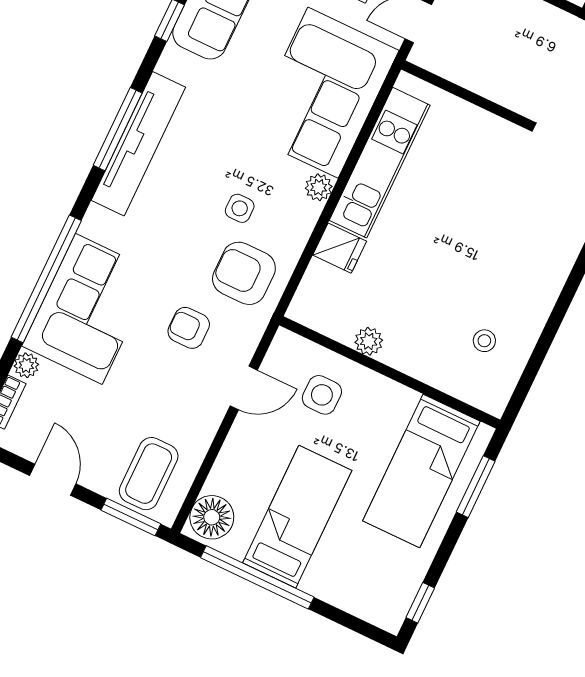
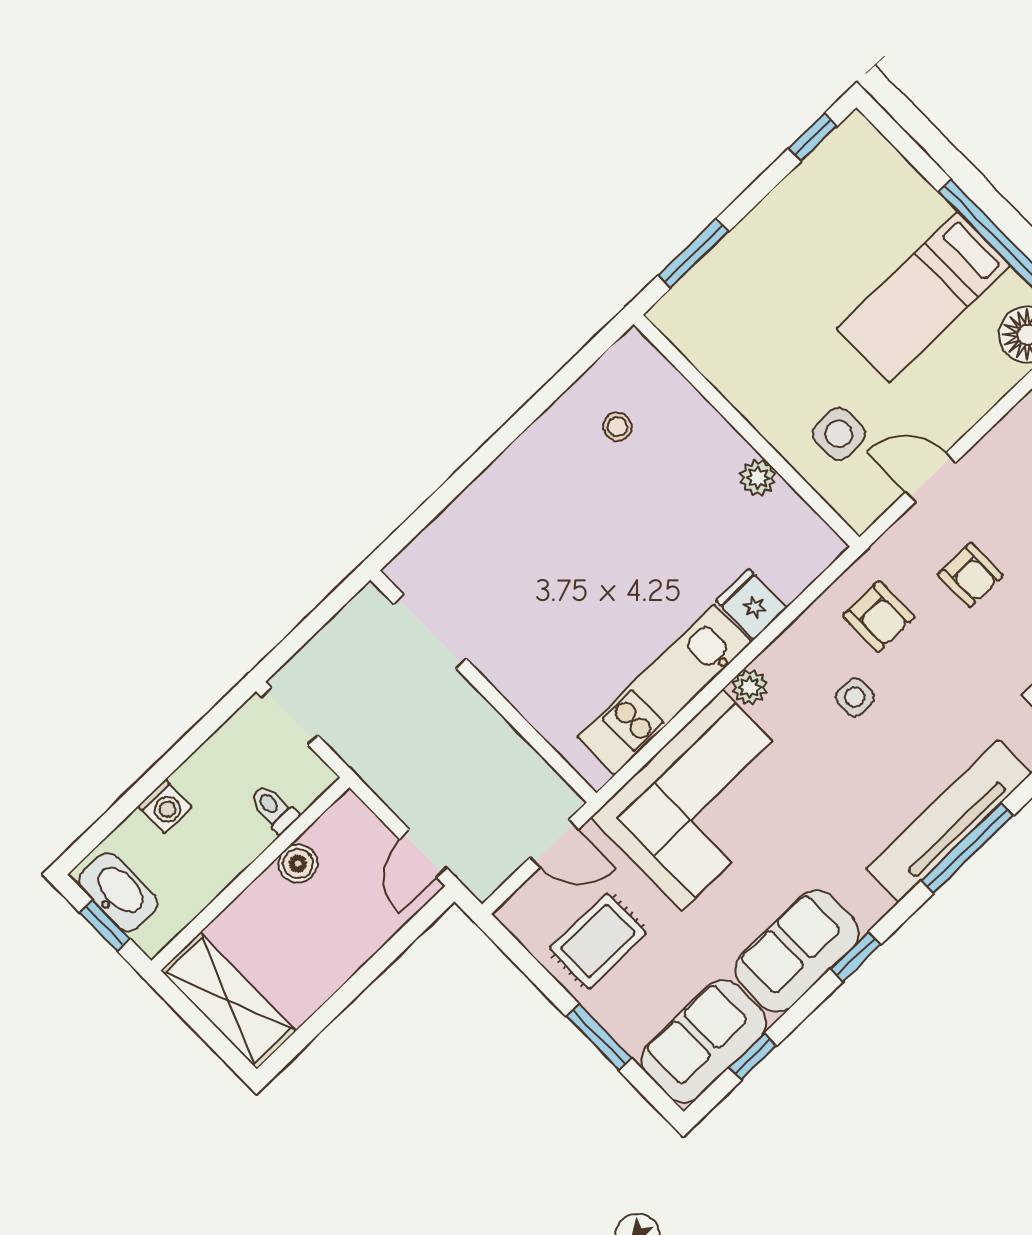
armchair: (244, 273) -> (879, 616), width x0.72, depth x0.72
bed: (421, 471) -> (752, 297), removed

